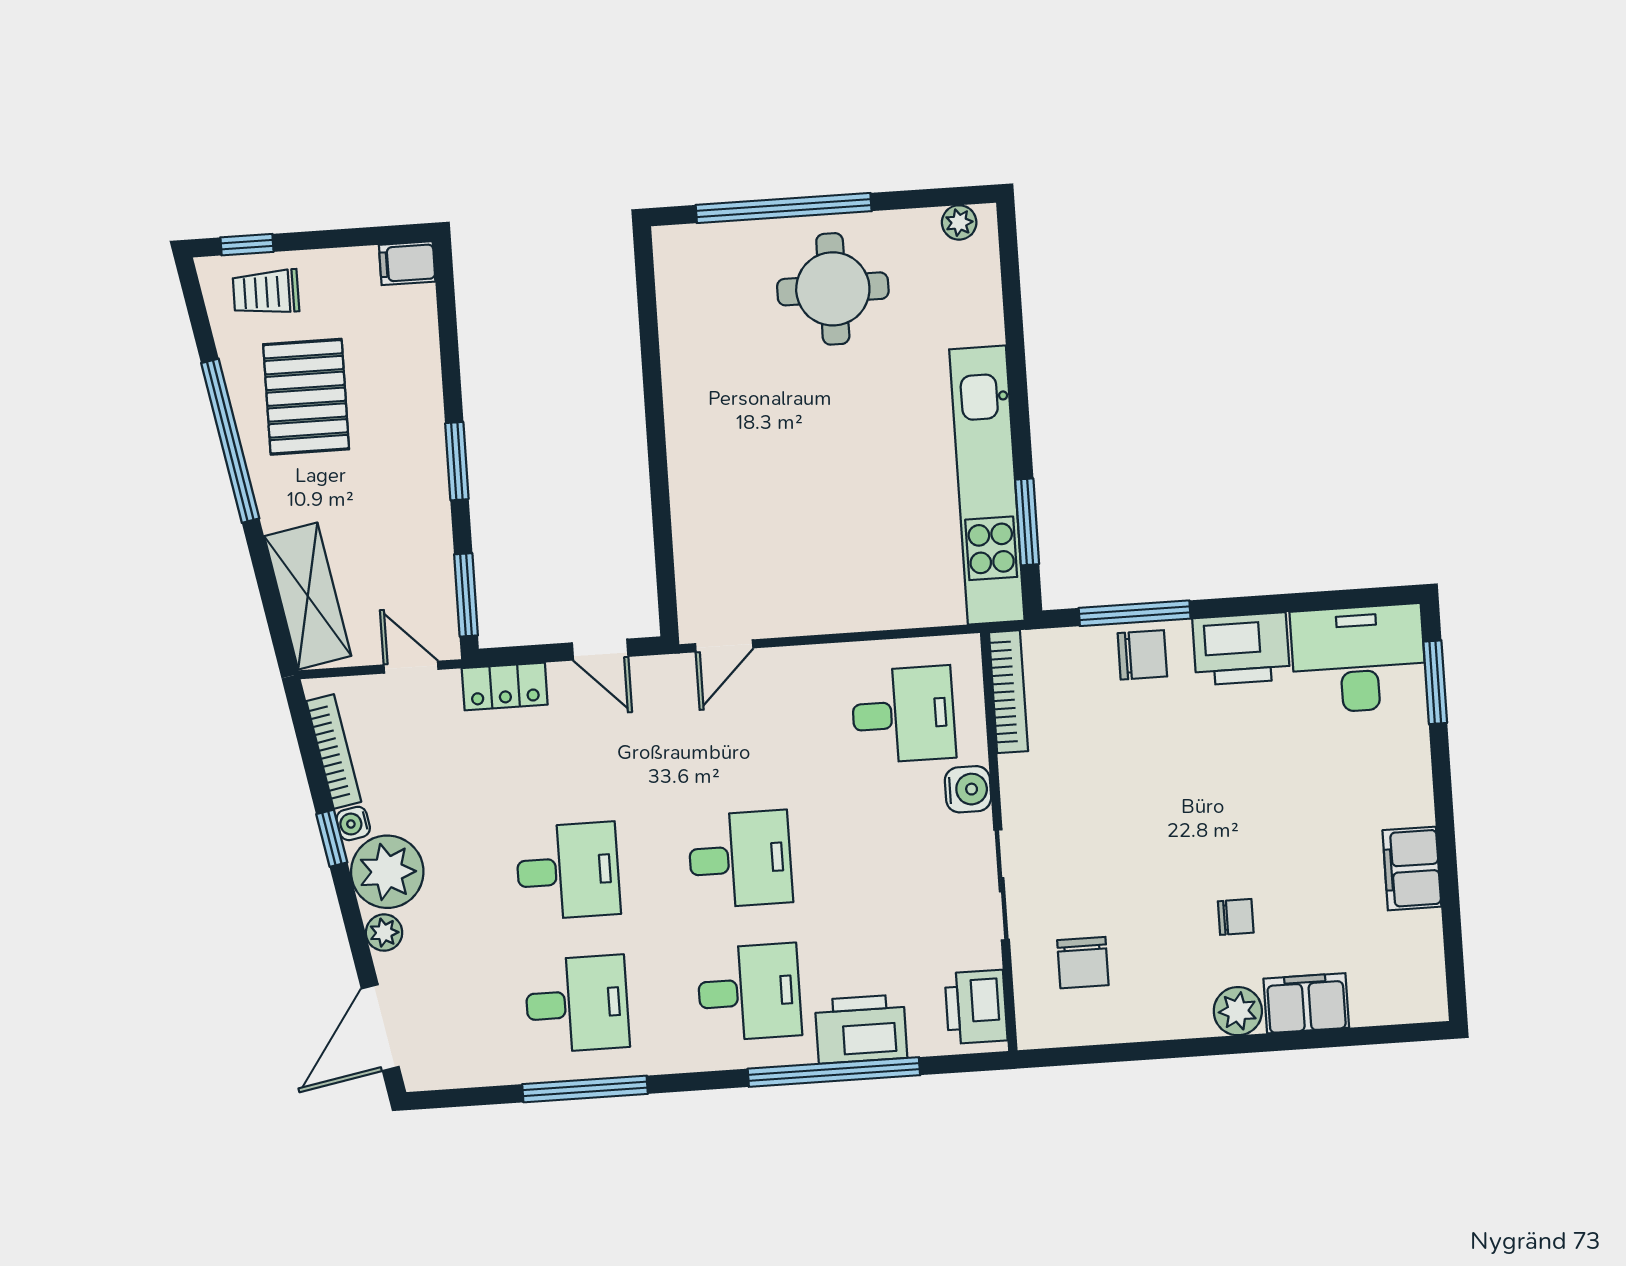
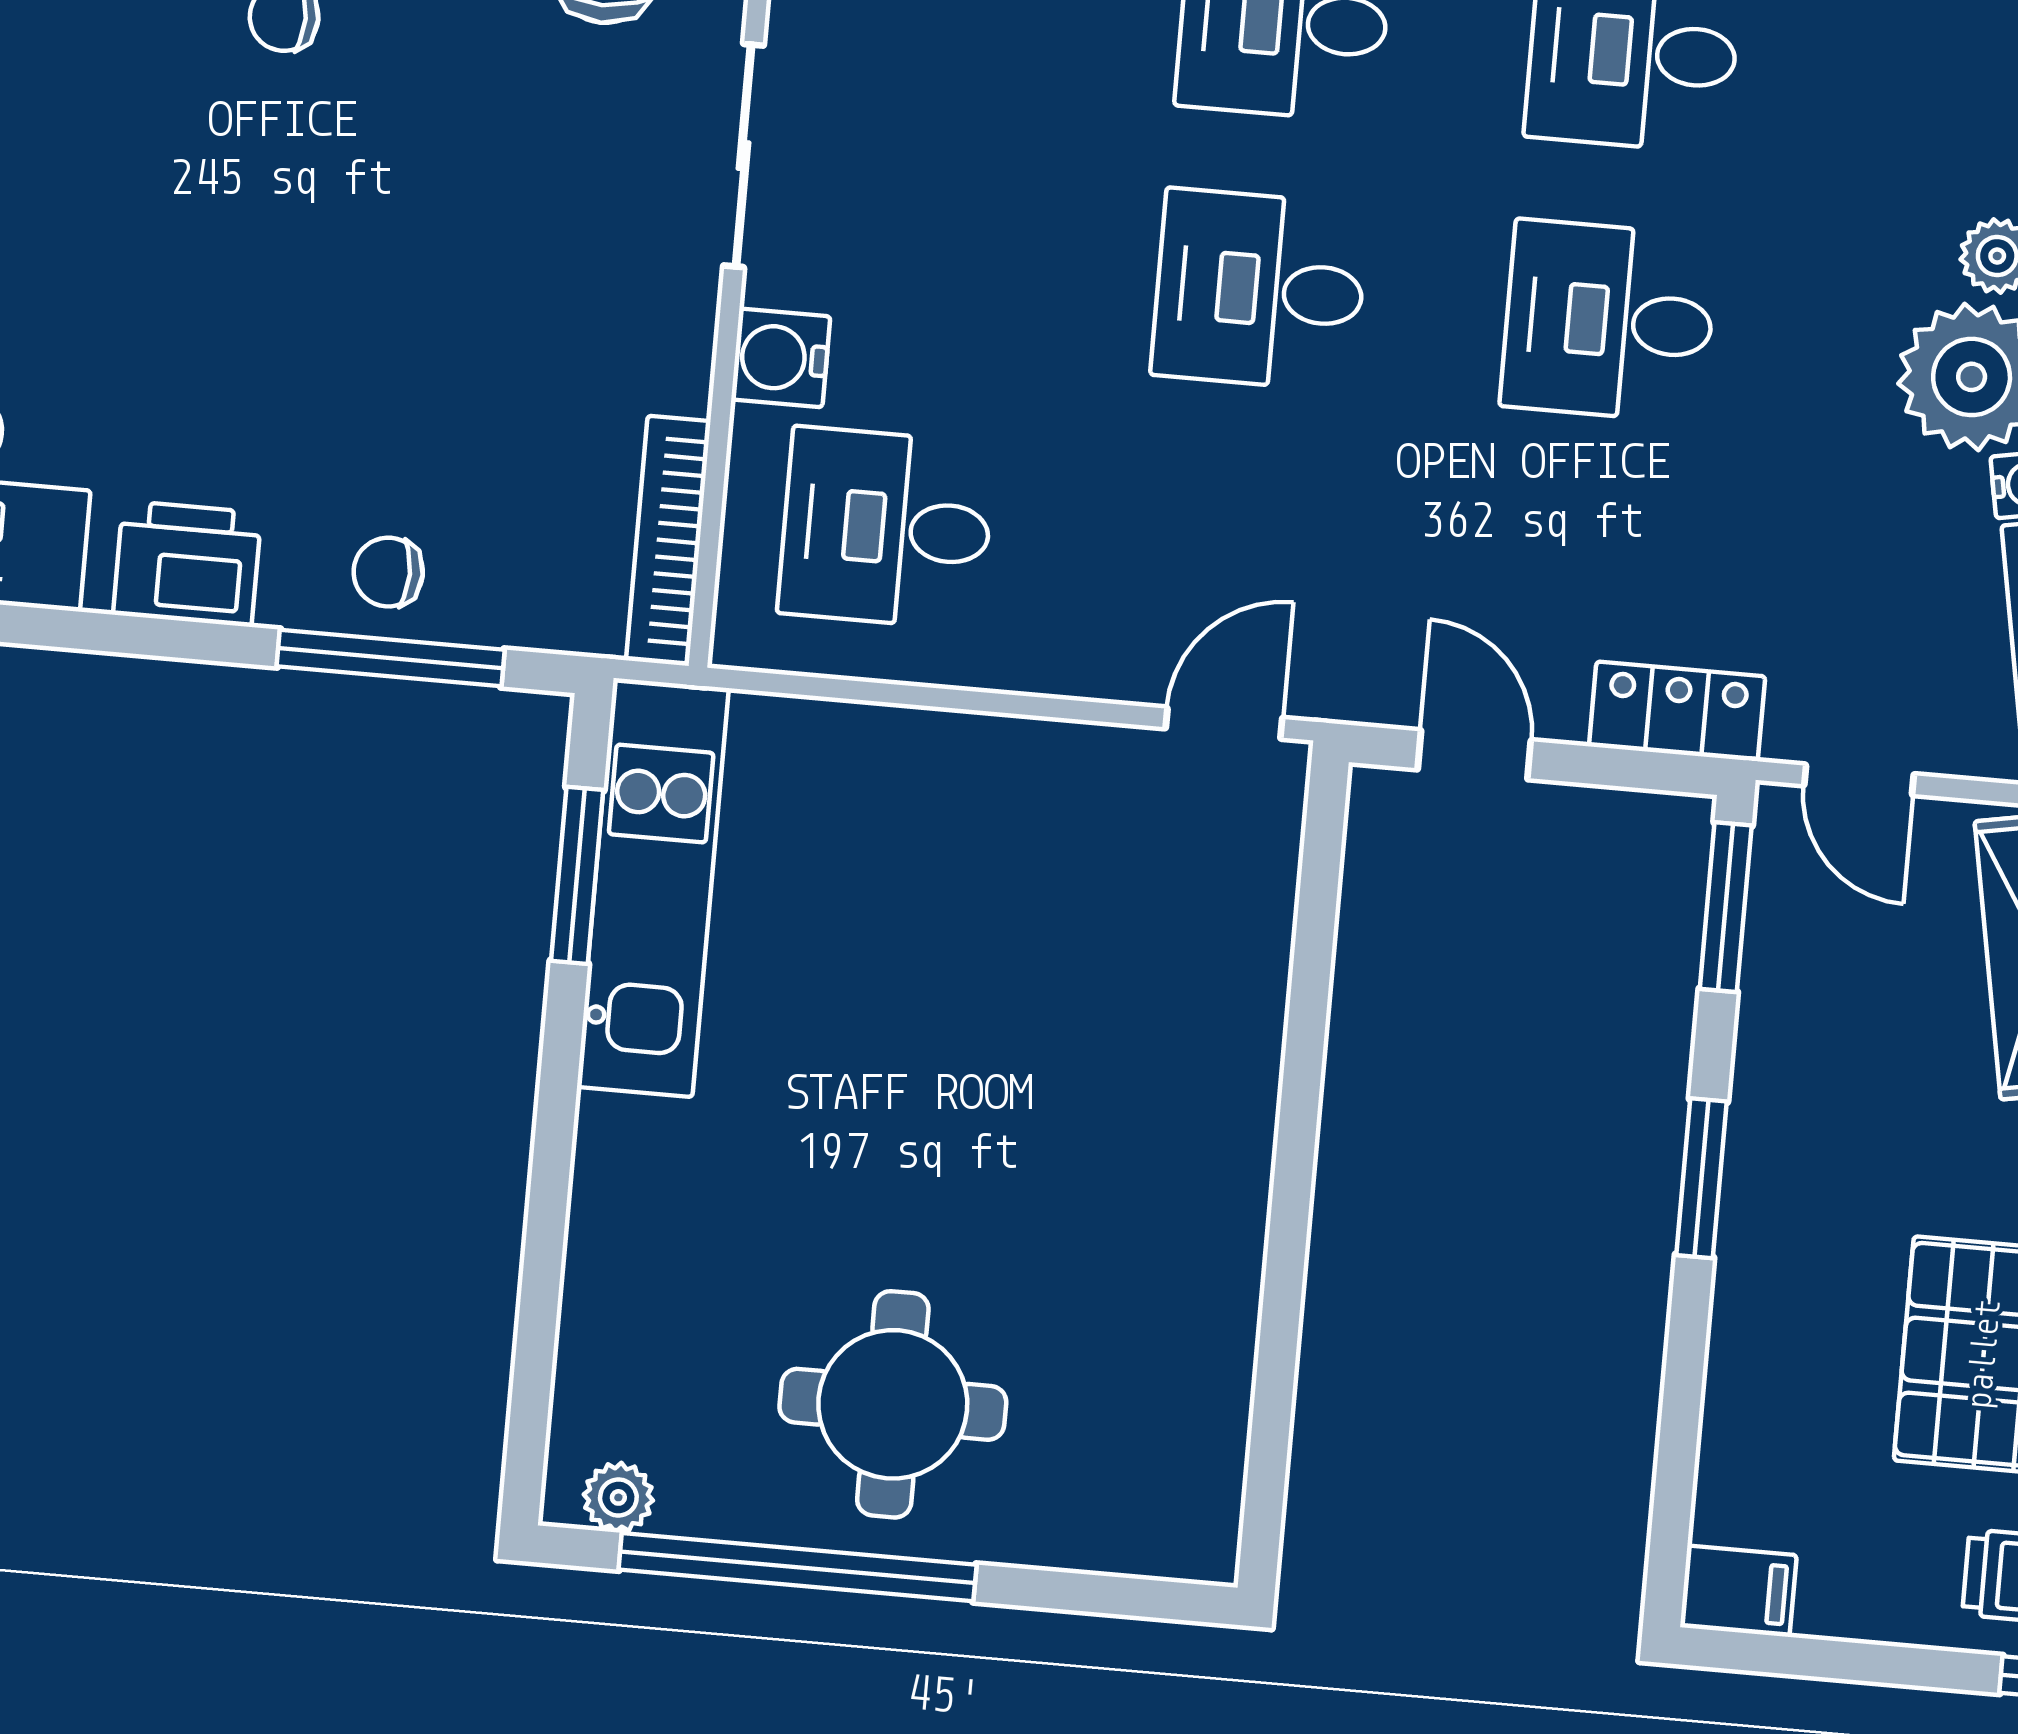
window: (784, 208) -> (798, 1567), moved
kitchen unit: (987, 485) -> (653, 888), width x0.73
printer: (1241, 649) -> (187, 564), width x0.73, depth x0.84
chair: (1142, 655) -> (388, 572), width x0.73, depth x0.73

